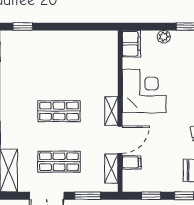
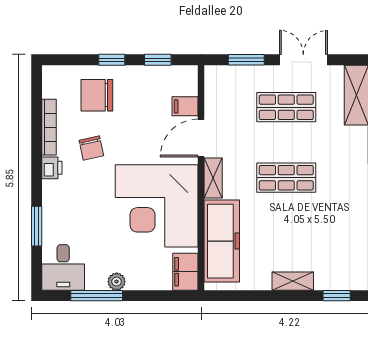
plant: (164, 37) -> (117, 282), moved
freezer: (105, 66) -> (222, 241), added
corner desk: (144, 91) -> (157, 206), width x1.36, depth x1.36
shelving: (111, 169) -> (293, 281), moved, turned 90

